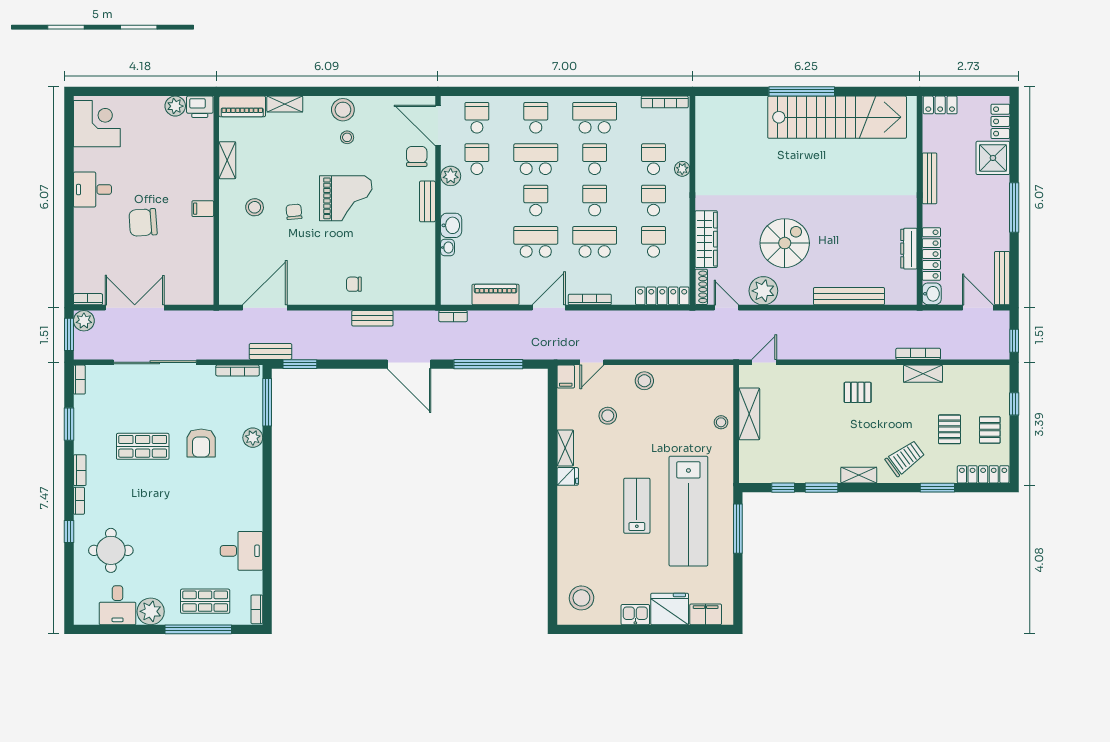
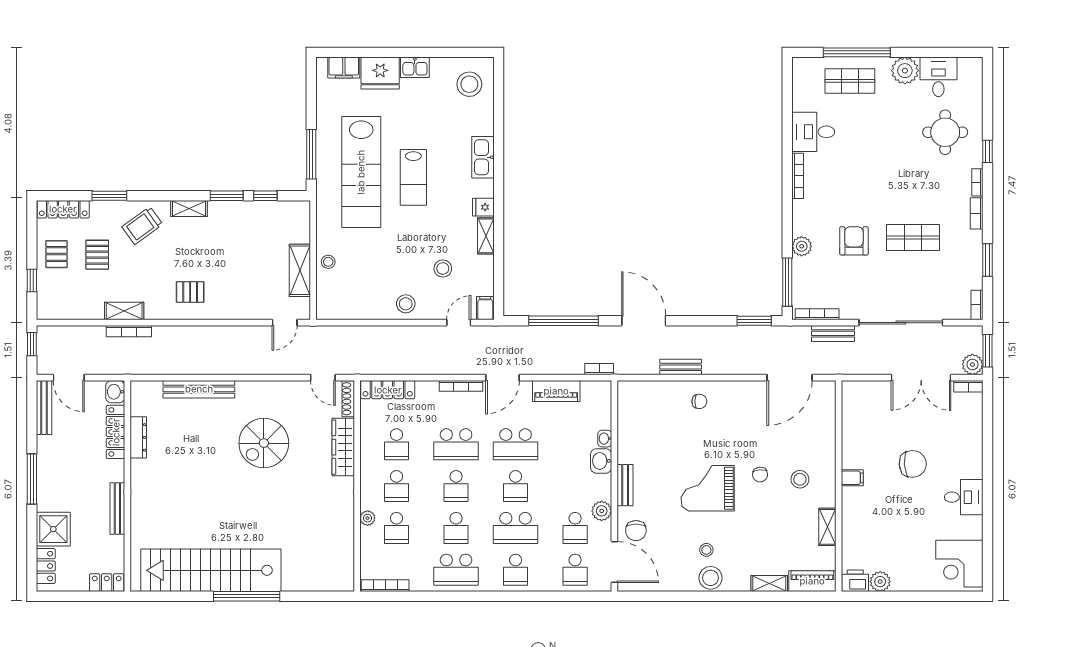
plant: (763, 291) -> (285, 395), removed
bench: (270, 351) -> (833, 333), moved
lab bench: (688, 511) -> (361, 172), turned 180
kitchen sink: (568, 526) -> (483, 157), added
bookcase: (257, 609) -> (798, 176), moved, width x1.56

